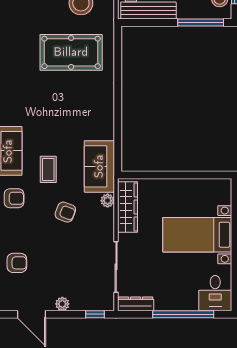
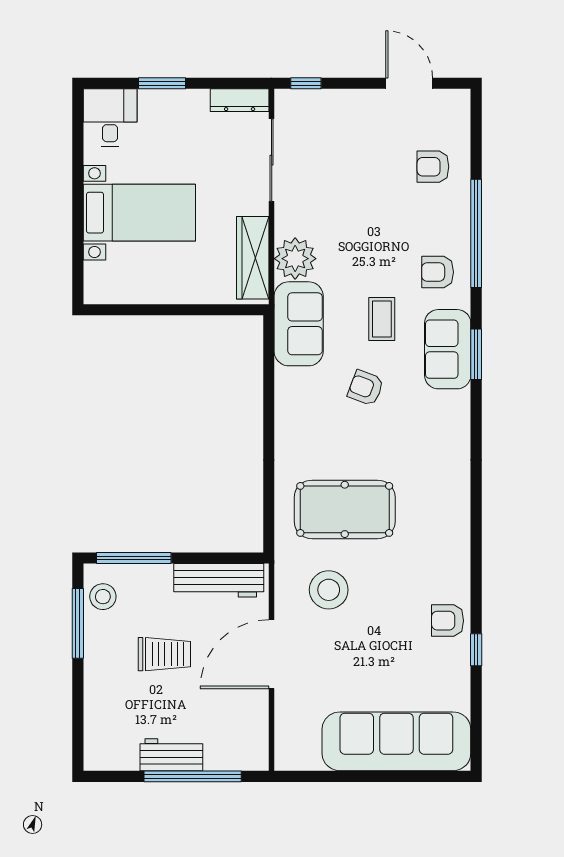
plant: (108, 201) -> (295, 259), width x1.87, depth x1.87
armchair: (65, 212) -> (366, 388), moved
plant: (62, 304) -> (359, 100), removed
window: (183, 314) -> (162, 83), width x0.47

